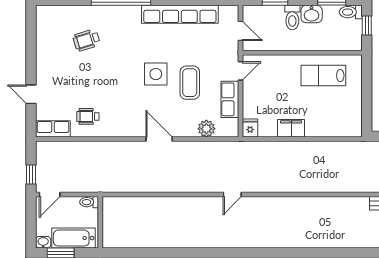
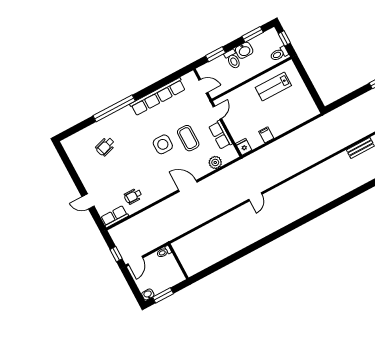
toilet: (351, 12) -> (279, 54), moved
filing cabinet: (291, 128) -> (266, 135), width x0.50
bathtub: (73, 238) -> (166, 281), removed

